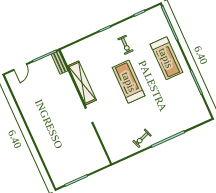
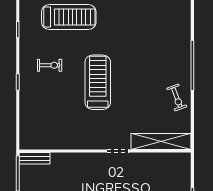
treadmill: (166, 58) -> (69, 17), moved
treadmill: (129, 82) -> (98, 82), turned 90
shelving: (82, 83) -> (161, 142), moved

